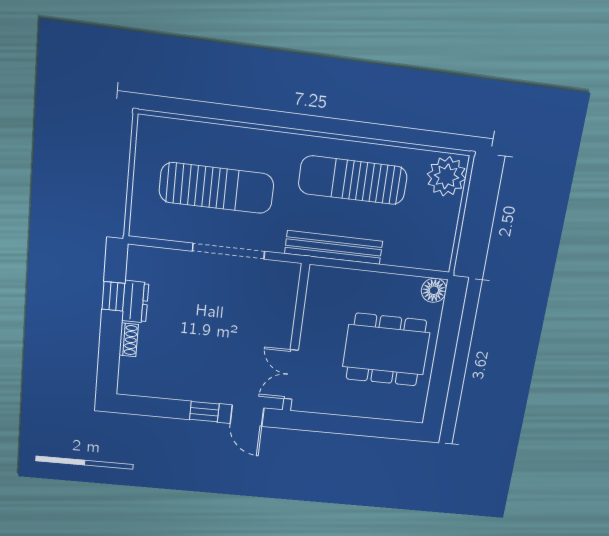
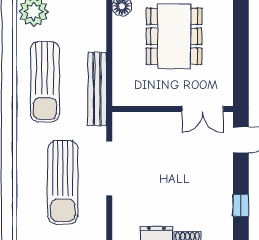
sun lounger: (217, 188) -> (63, 182), turned 180
window: (204, 412) -> (241, 205), moved

